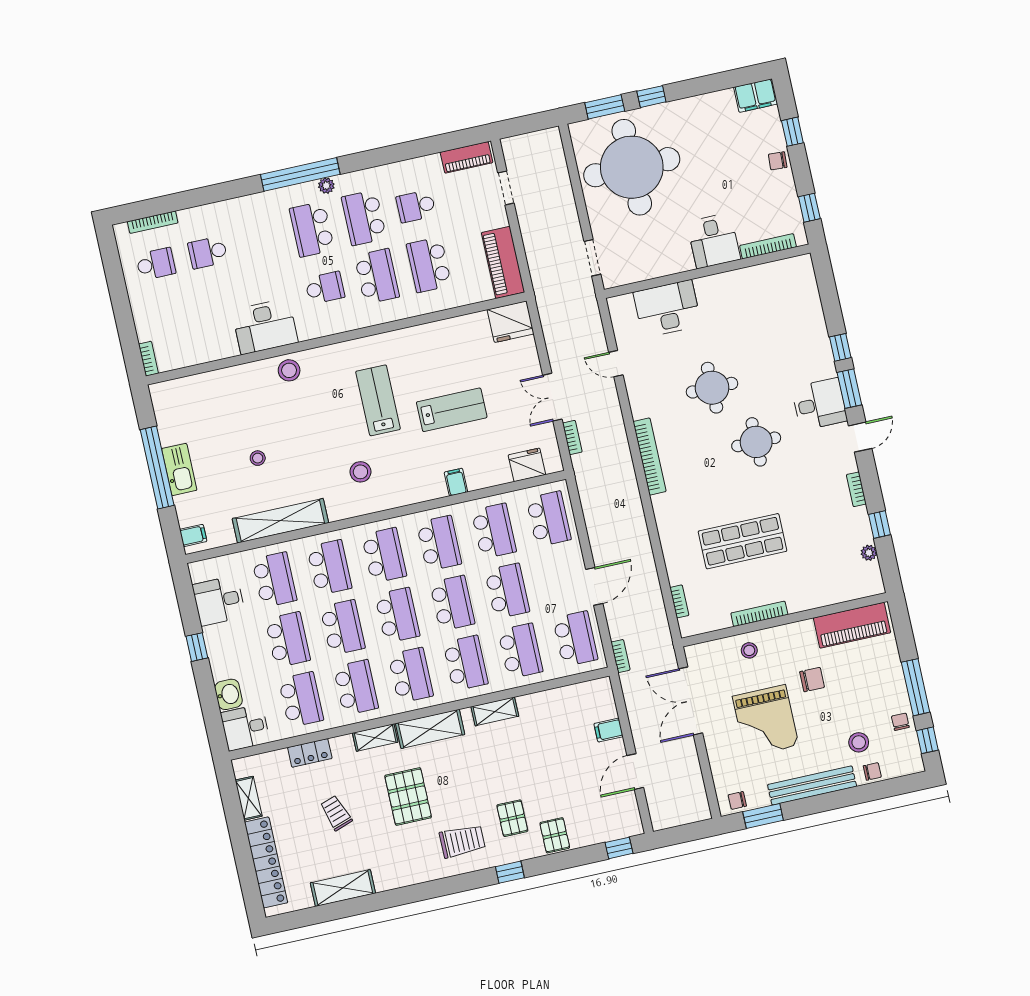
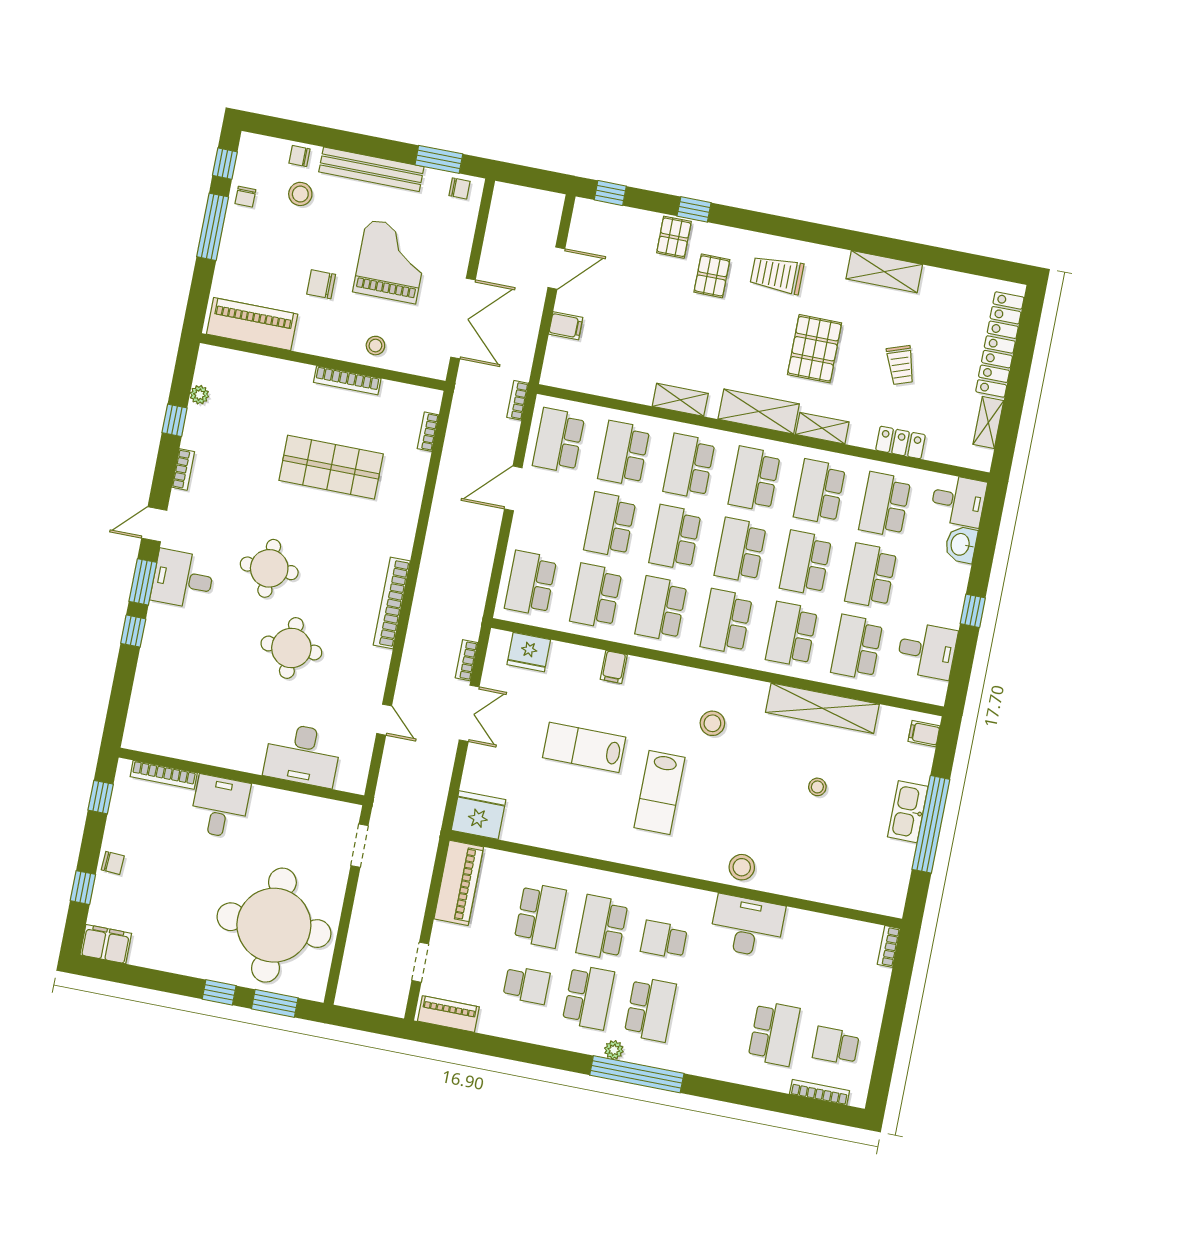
school desk: (208, 252) -> (774, 1034), width x1.85
window: (510, 872) -> (694, 209), moved
shelving: (343, 888) -> (884, 272), moved

